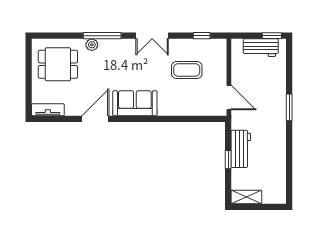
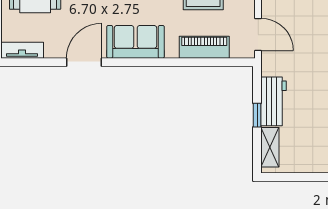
piano: (188, 107) -> (204, 47), added
shelving: (246, 197) -> (270, 147), moved, turned 90

